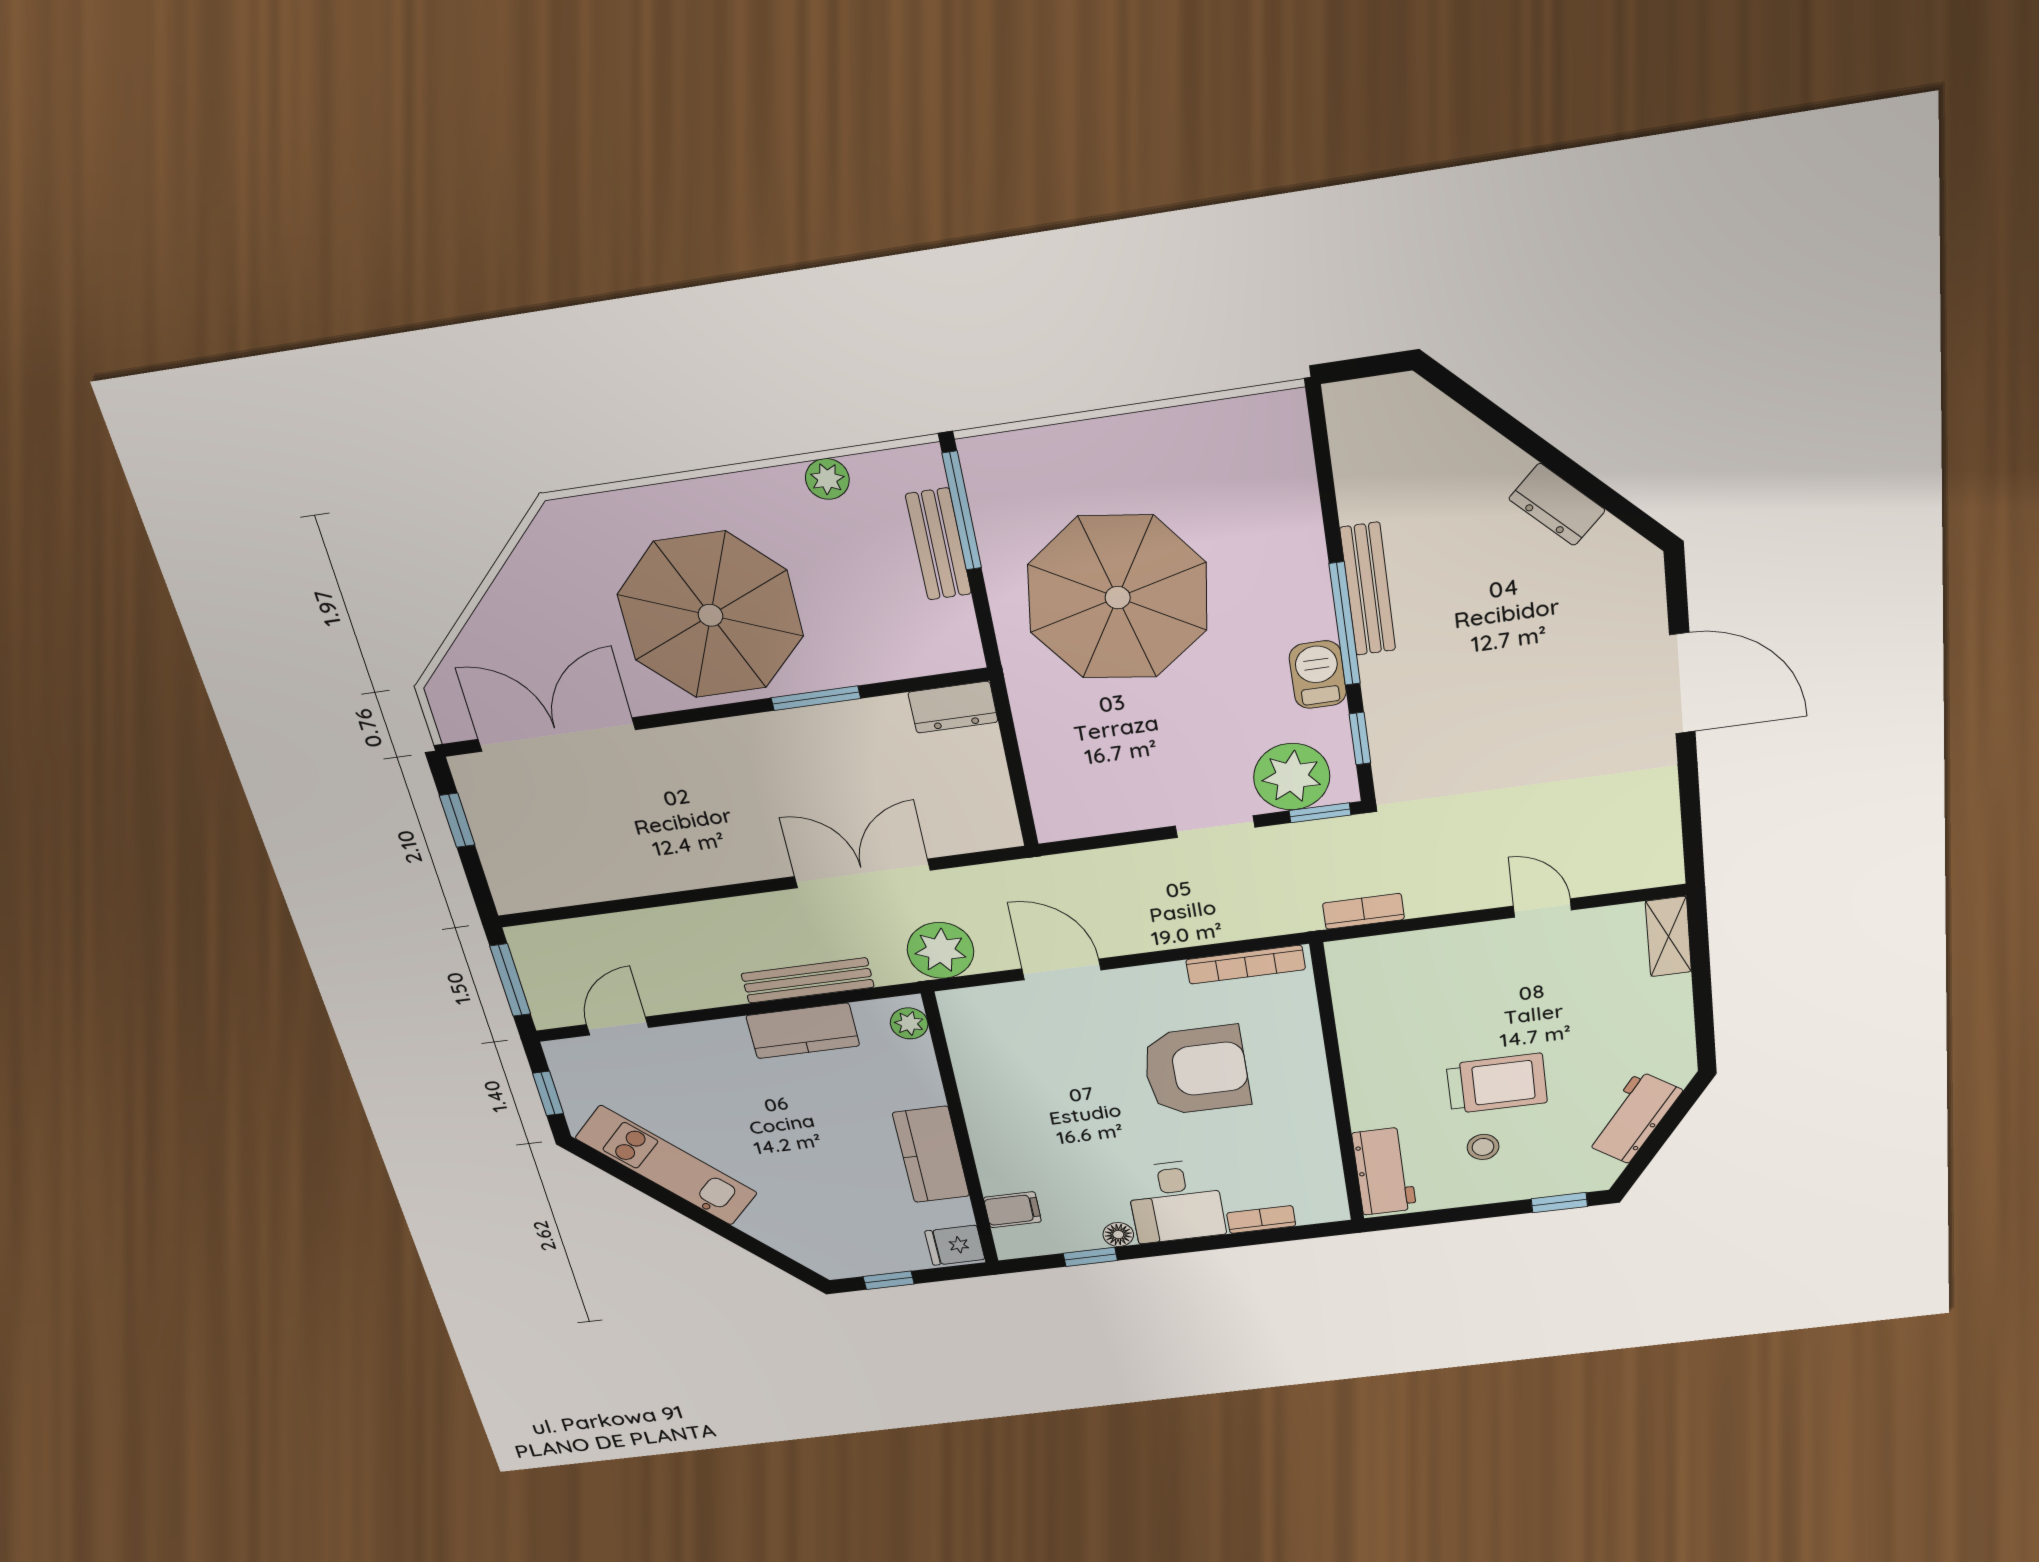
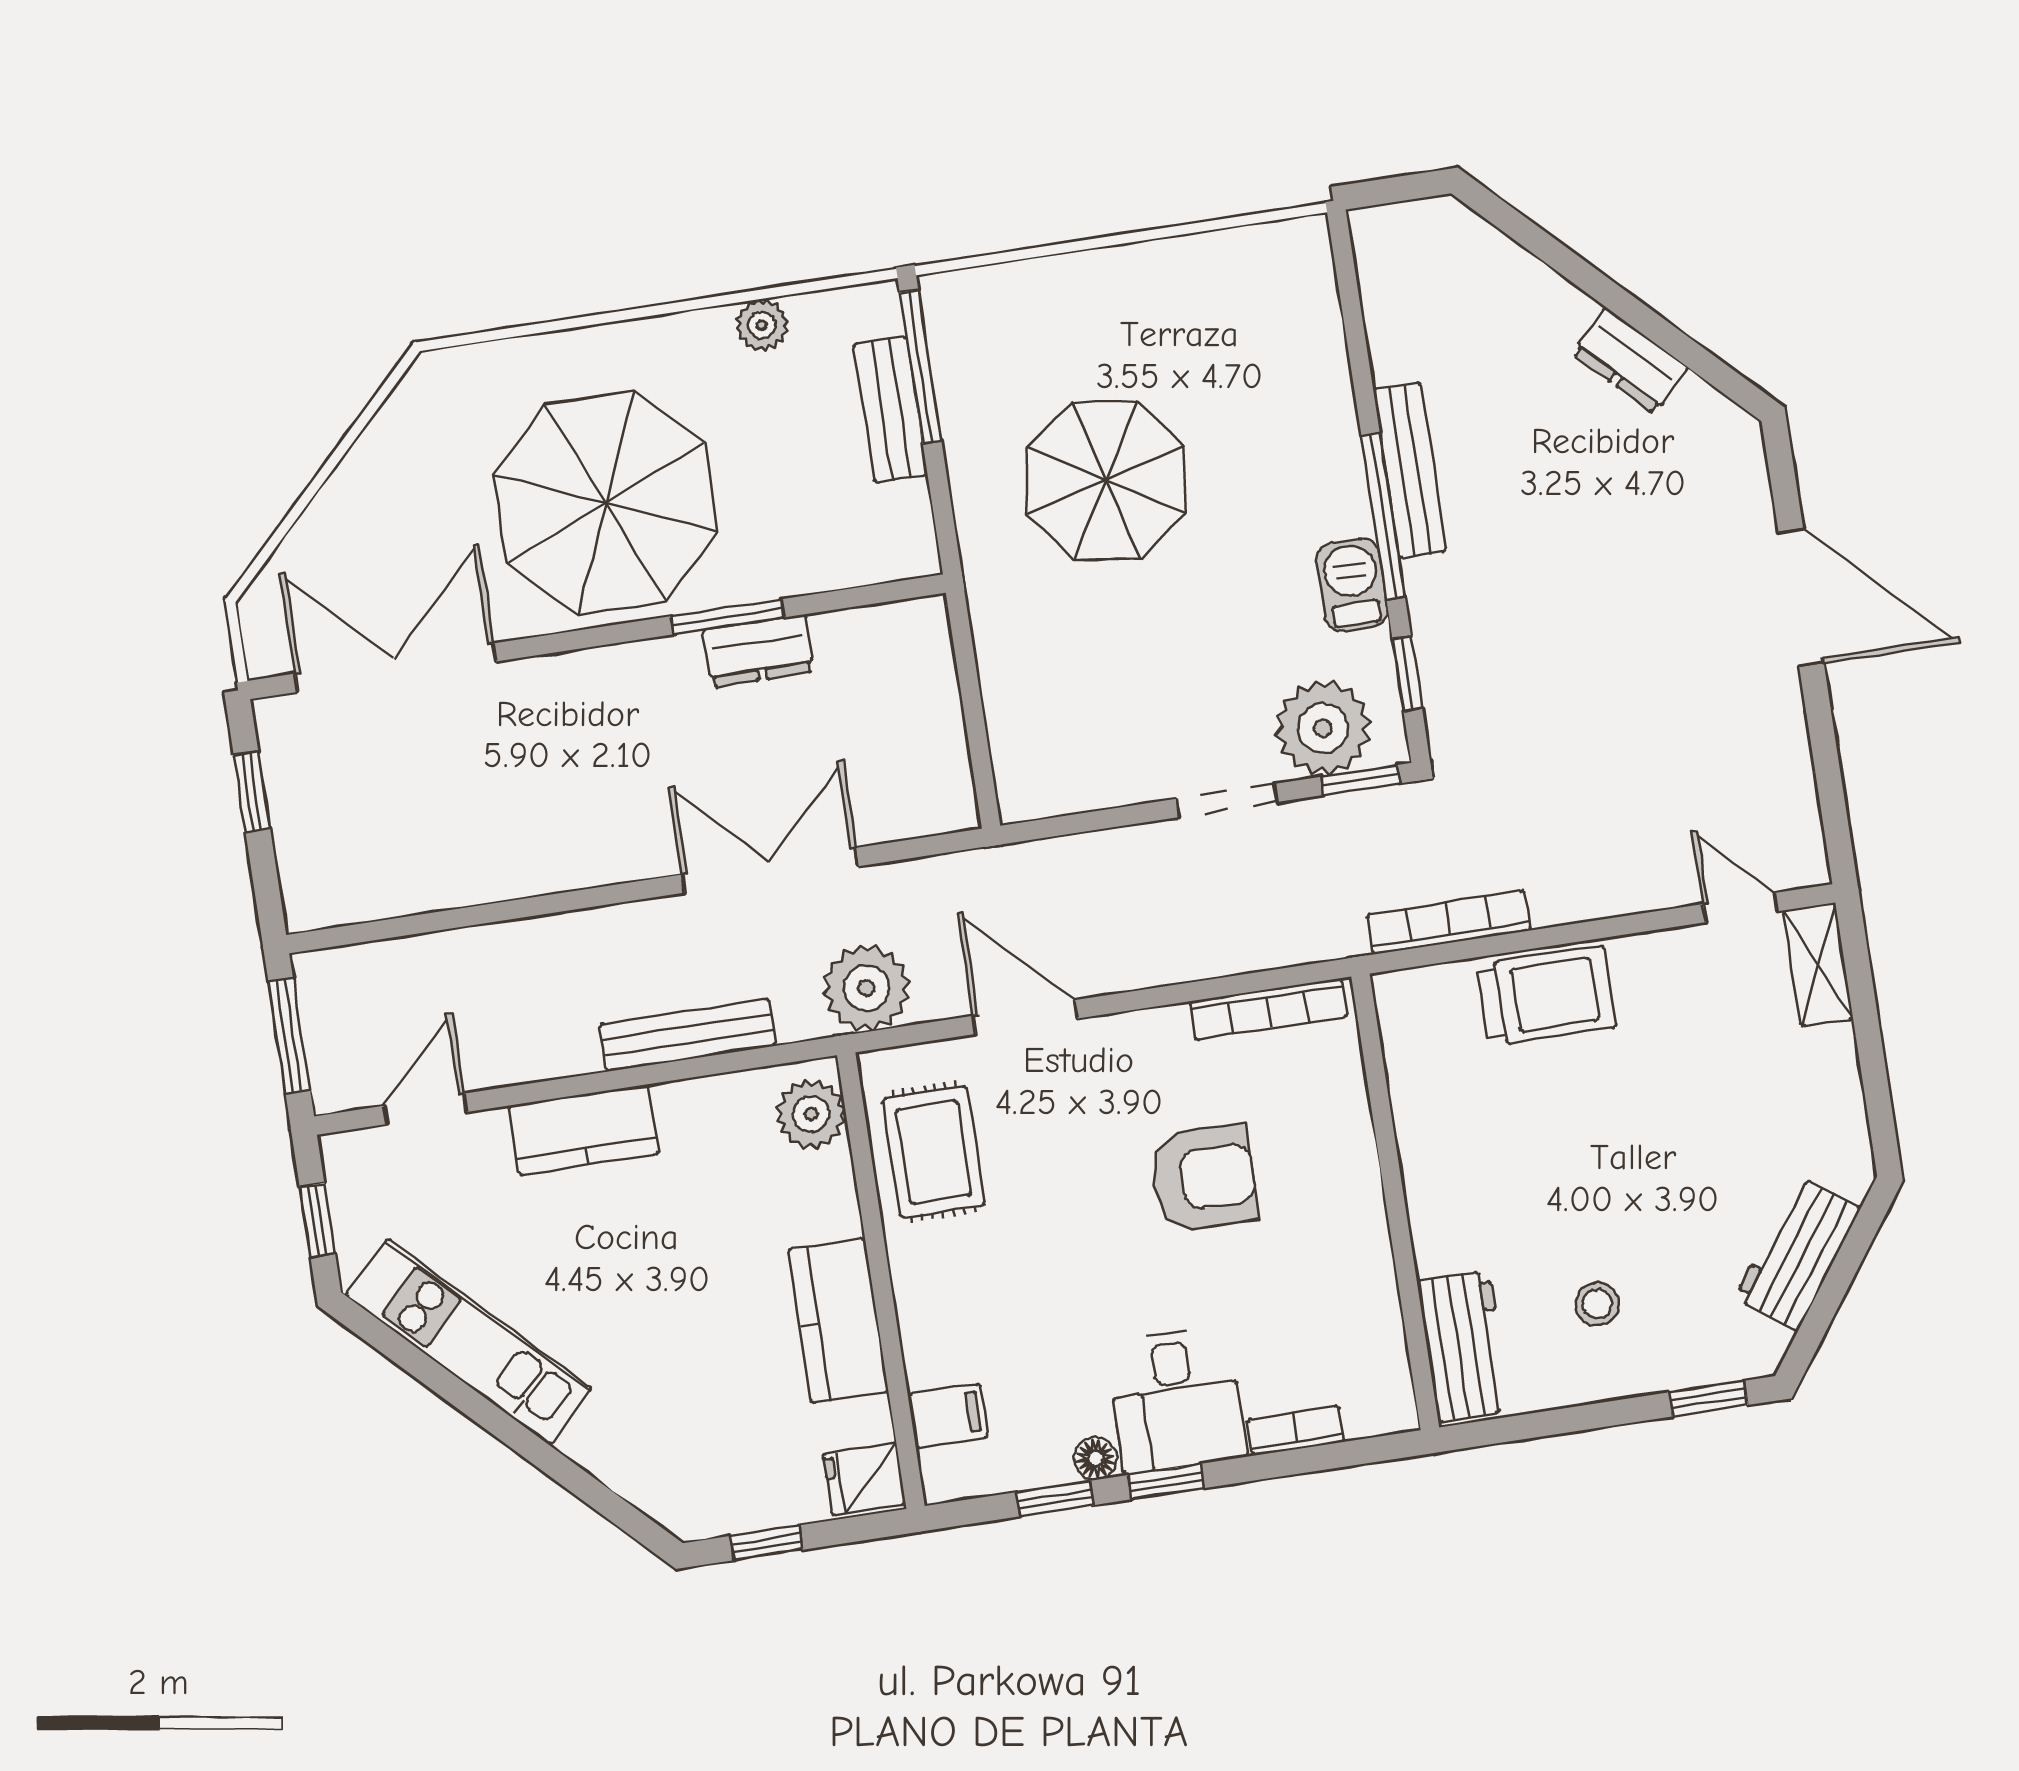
parasol: (1118, 598) -> (1106, 480), width x0.73, depth x0.73
dresser: (953, 707) -> (759, 651), moved
door: (1542, 908) -> (1740, 908), moved
bookcase: (1363, 911) -> (1449, 922), width x1.56
plant: (909, 1023) -> (811, 1114), width x1.38, depth x1.38
kitchen counter: (803, 1031) -> (584, 1130), moved
rug: (996, 1054) -> (934, 1152), added
armchair: (1196, 1070) -> (1204, 1178), width x0.73, depth x0.73
trolley: (1497, 1084) -> (1546, 996), moved
window: (1169, 1248) -> (1166, 1482), added

